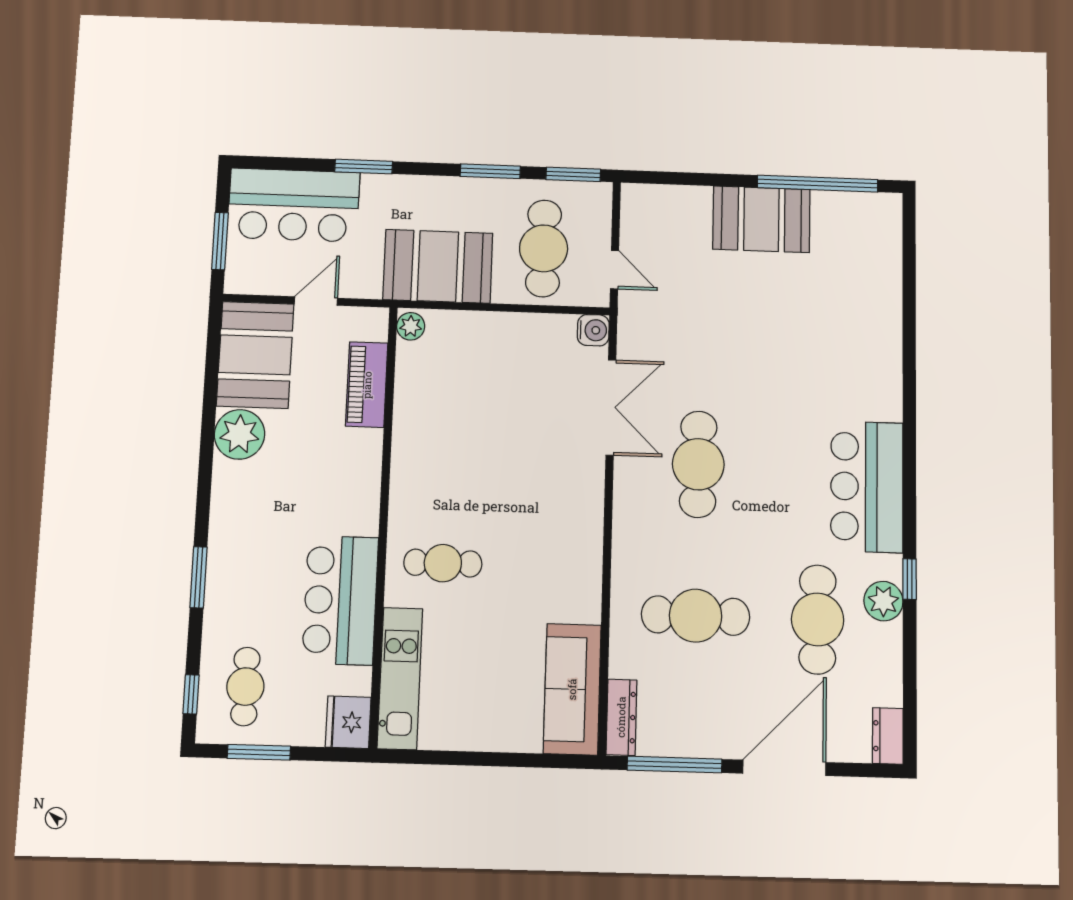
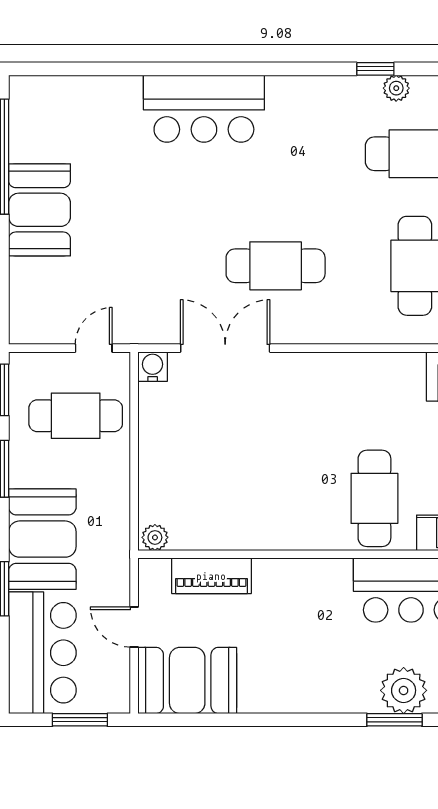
booth: (438, 266) -> (42, 539), moved
plant: (240, 434) -> (404, 690), moved
bar counter: (867, 487) -> (204, 109), moved
cafe table: (443, 563) -> (374, 498), width x1.37, depth x1.35
plant: (883, 601) -> (396, 88), width x0.73, depth x0.73

